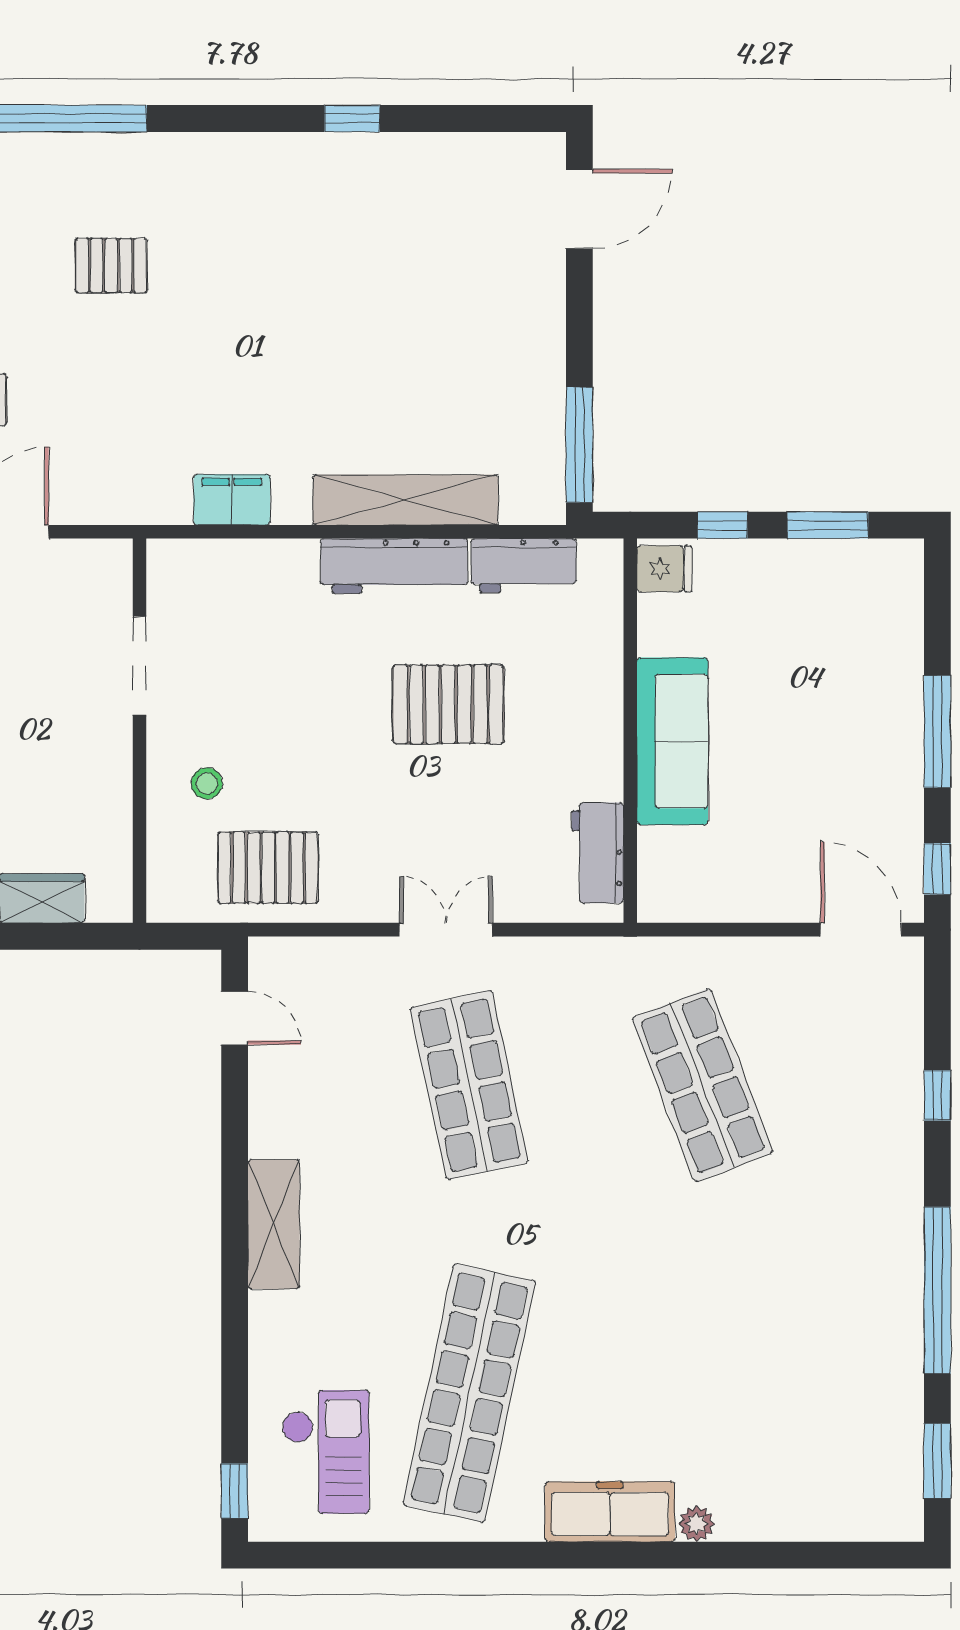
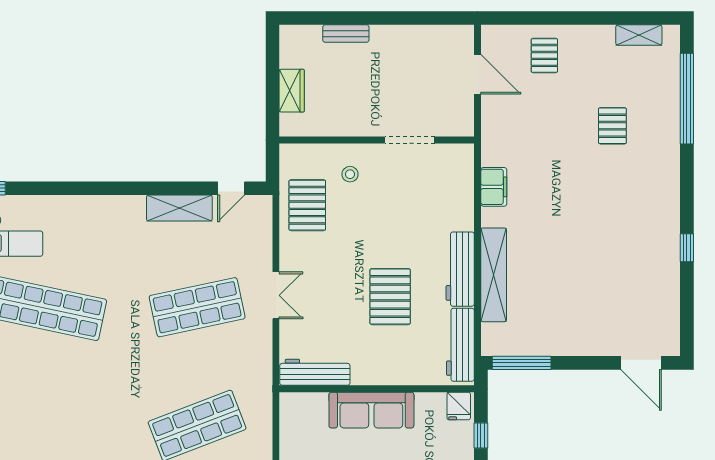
workbench: (524, 566) -> (460, 345), width x1.38
workbench: (598, 853) -> (315, 372), width x1.38
shelving: (274, 1224) -> (179, 208), moved

